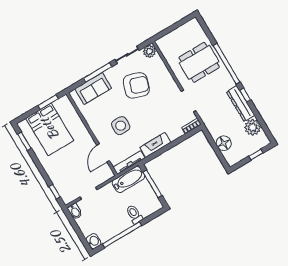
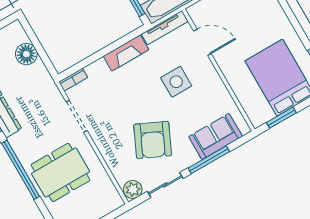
armchair: (136, 85) -> (153, 140), turned -84
door: (103, 153) -> (202, 42), hinge flipped

